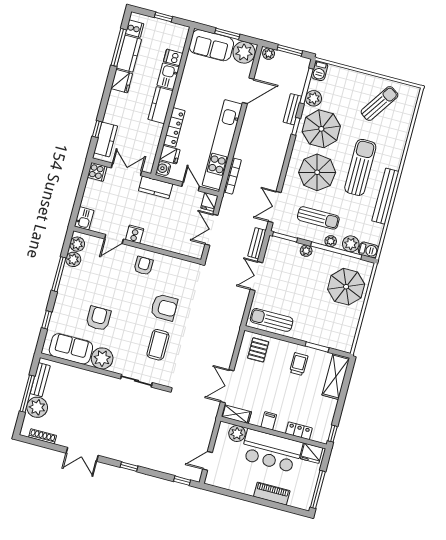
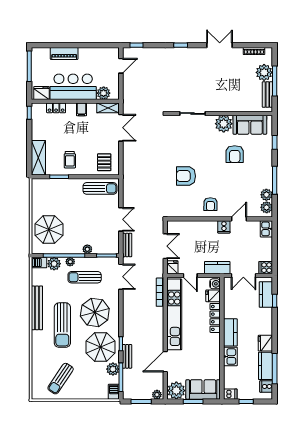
dishwasher: (173, 57) -> (230, 394), moved
coffee table: (158, 345) -> (183, 146), removed

